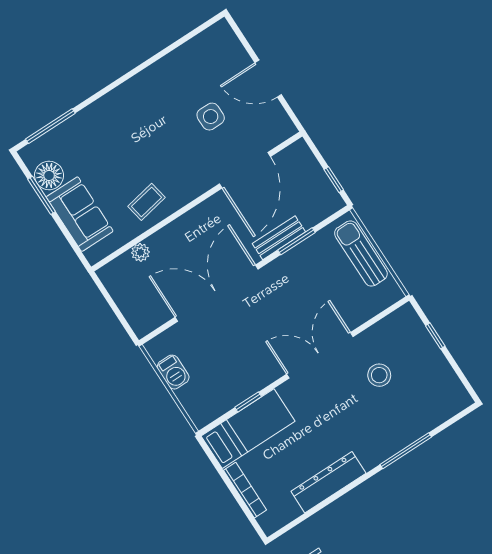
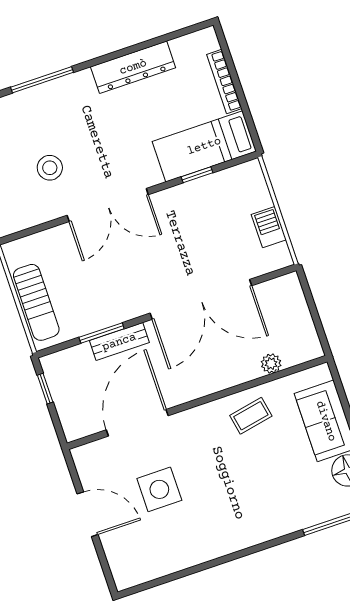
side table: (211, 117) -> (159, 489), width x1.37, depth x1.37

